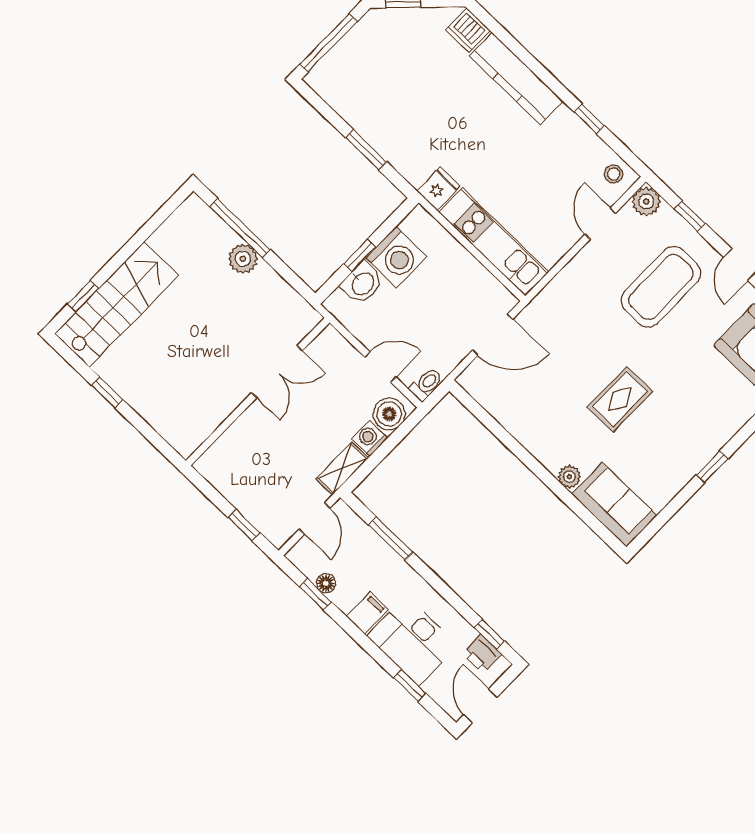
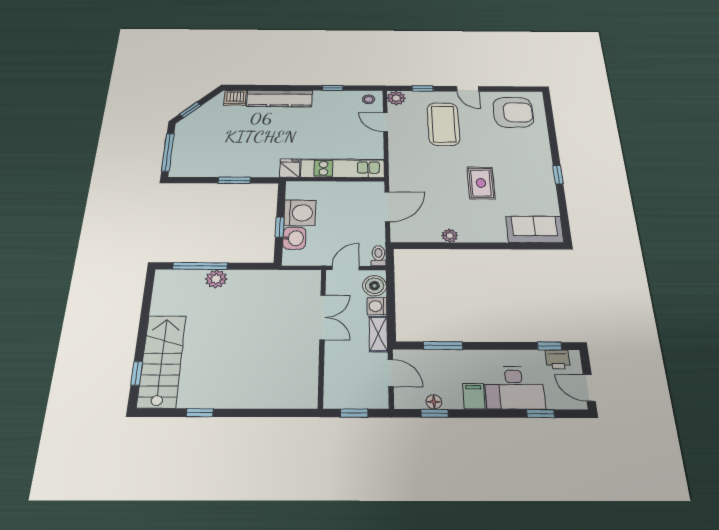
double door: (277, 372) -> (322, 317), moved
wall: (258, 392) -> (322, 336), moved
plant: (569, 477) -> (450, 236), moved

